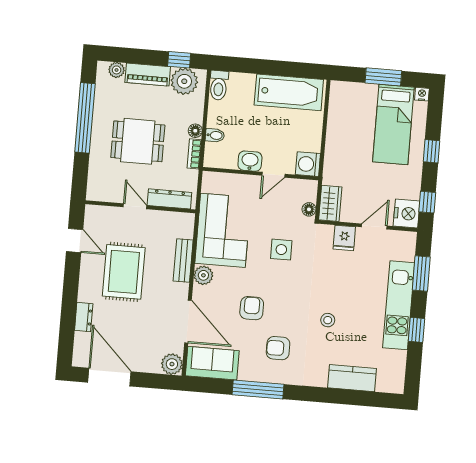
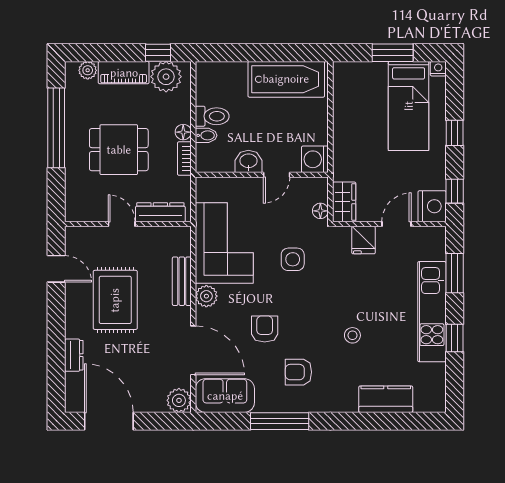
toilet: (219, 85) -> (212, 116), moved, turned -90

